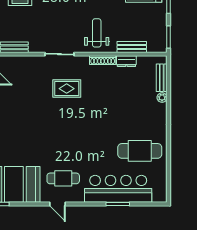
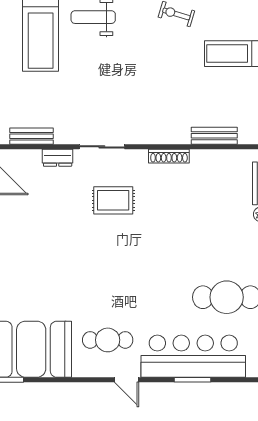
weight bench: (97, 33) -> (160, 114), removed
dresser: (126, 61) -> (58, 158), moved
door: (57, 204) -> (127, 380), moved

